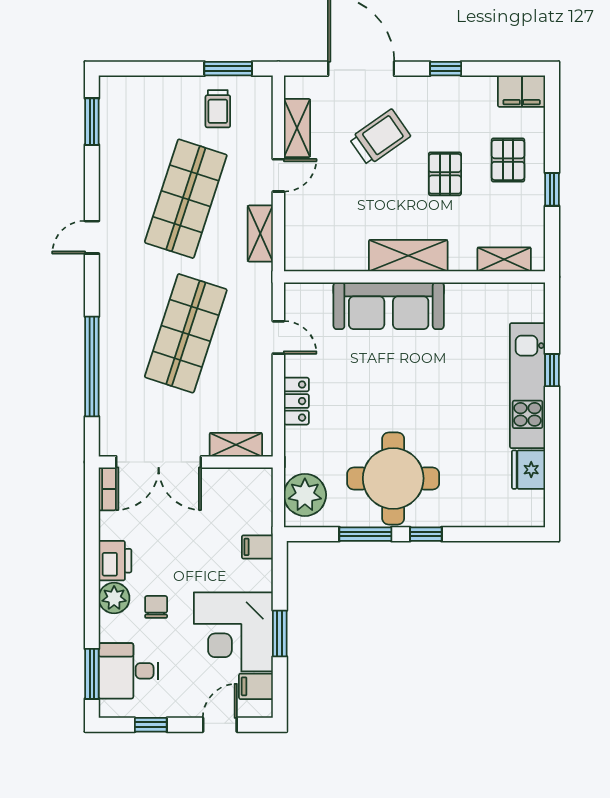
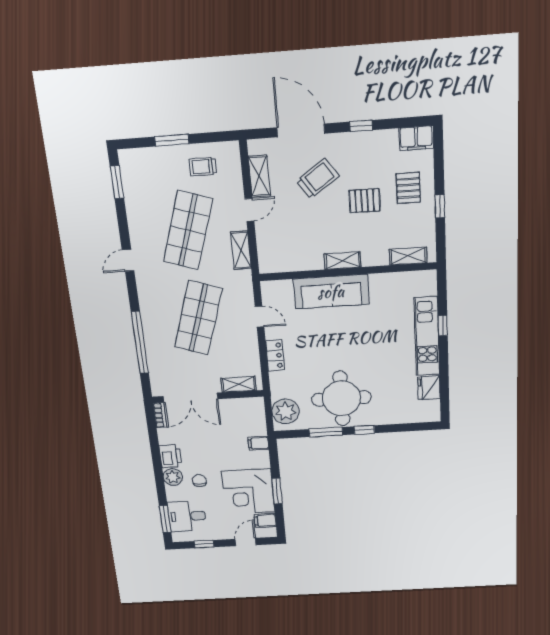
window: (228, 69) -> (172, 140), moved
trolley: (218, 109) -> (203, 167), turned 90
pallet: (445, 174) -> (365, 201), turned 90
shelving: (408, 256) -> (343, 261), width x0.67, depth x0.75

